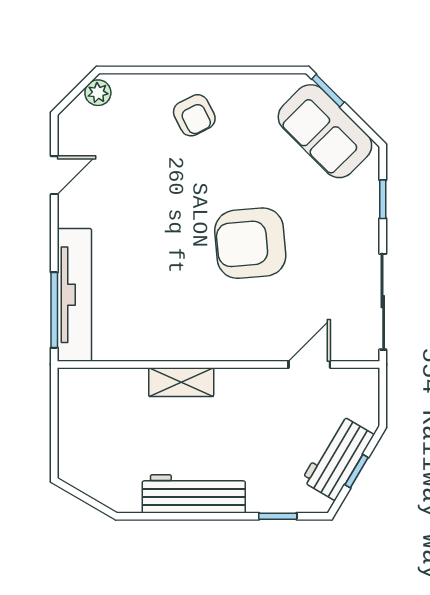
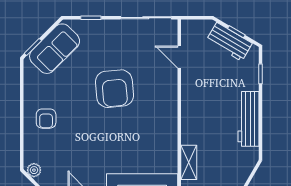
armchair: (194, 115) -> (46, 119), turned 117
shelving: (181, 382) -> (189, 162), moved

